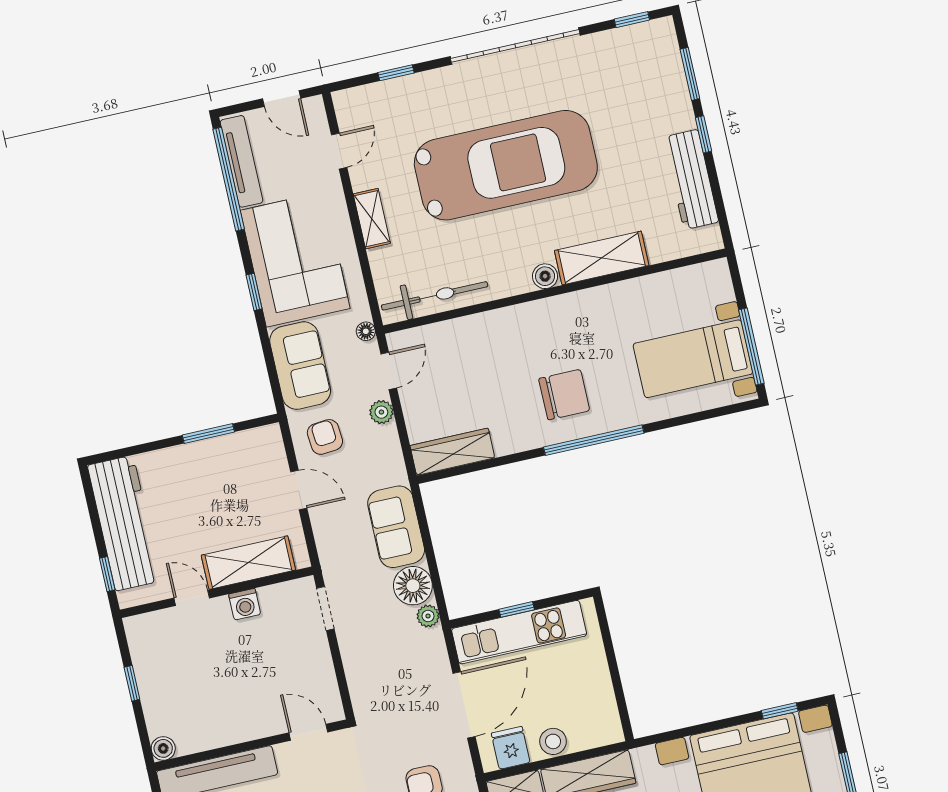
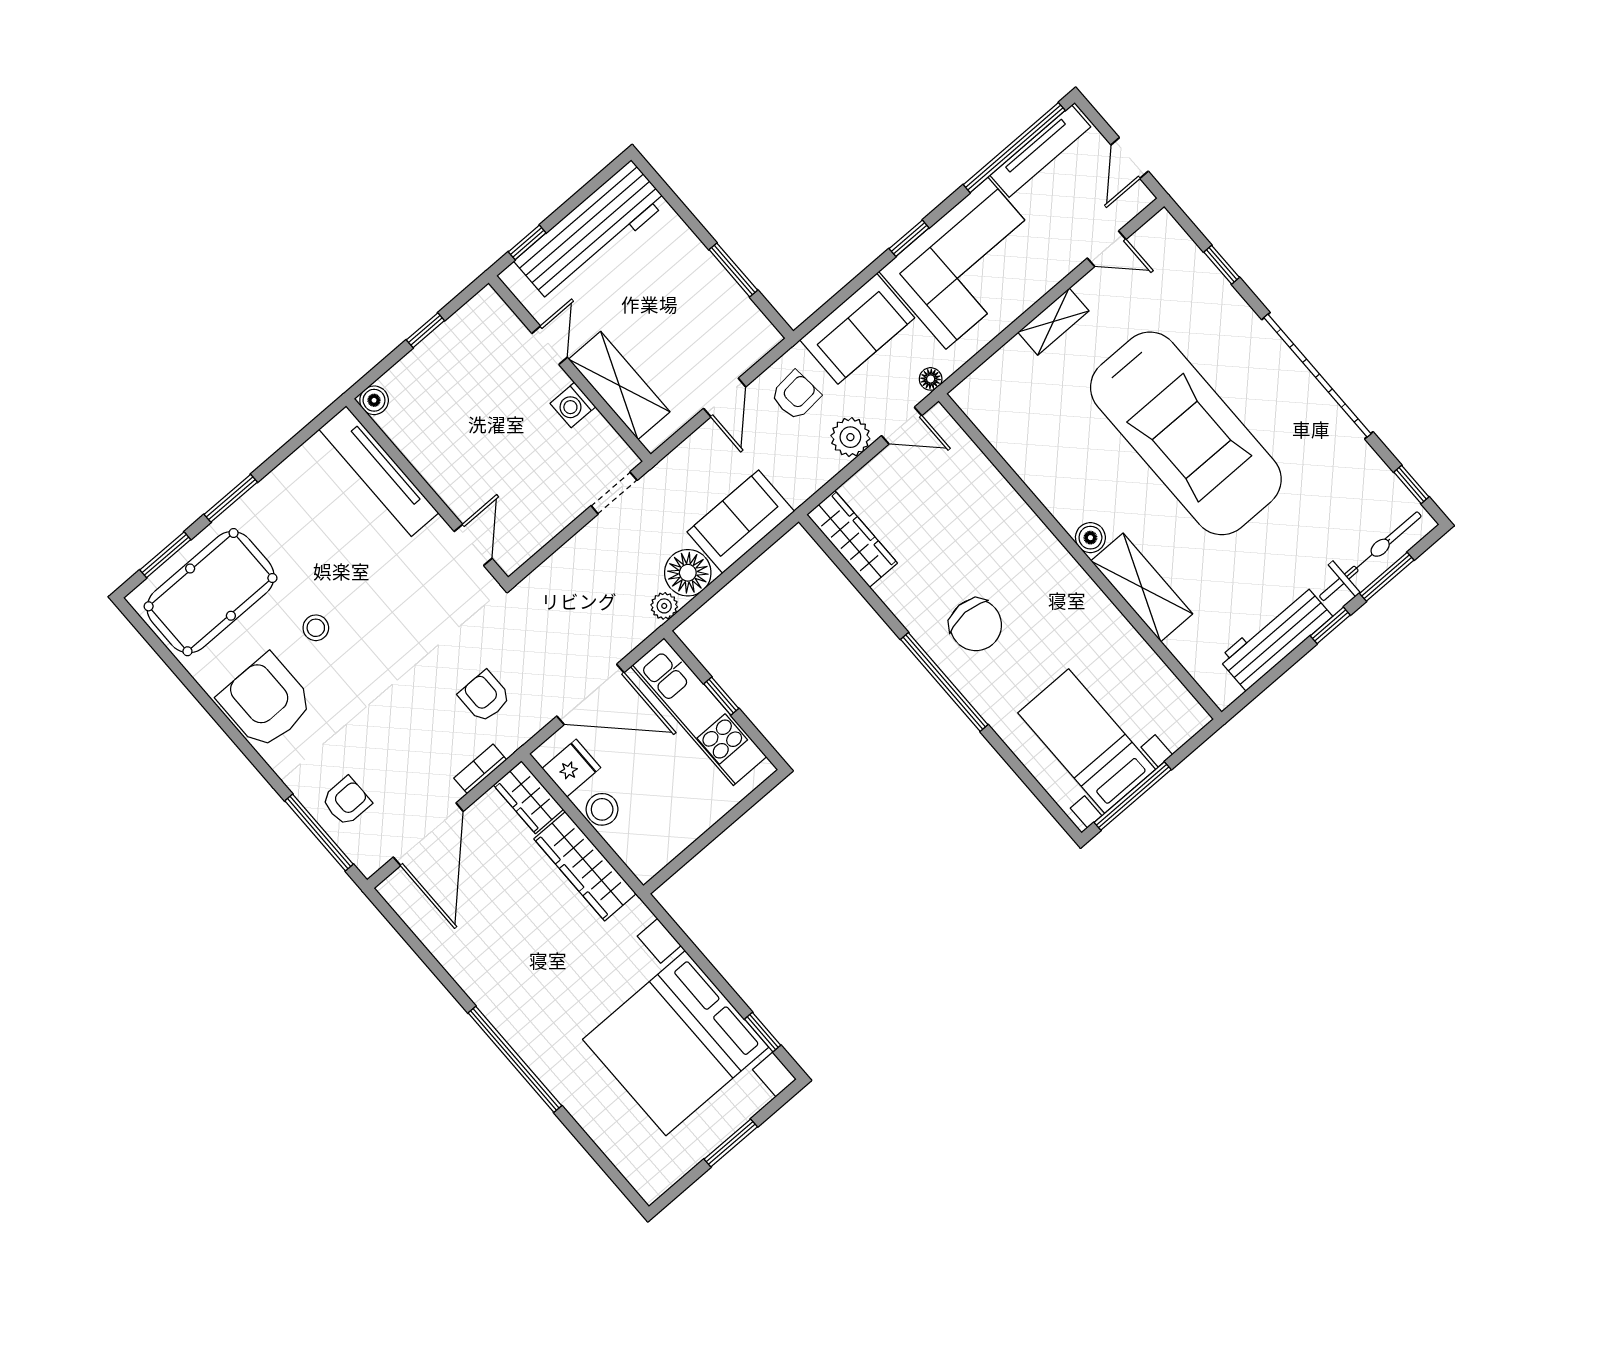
bicycle: (435, 296) -> (1370, 556), moved, turned -90
plant: (381, 412) -> (850, 437), width x1.38, depth x1.38

